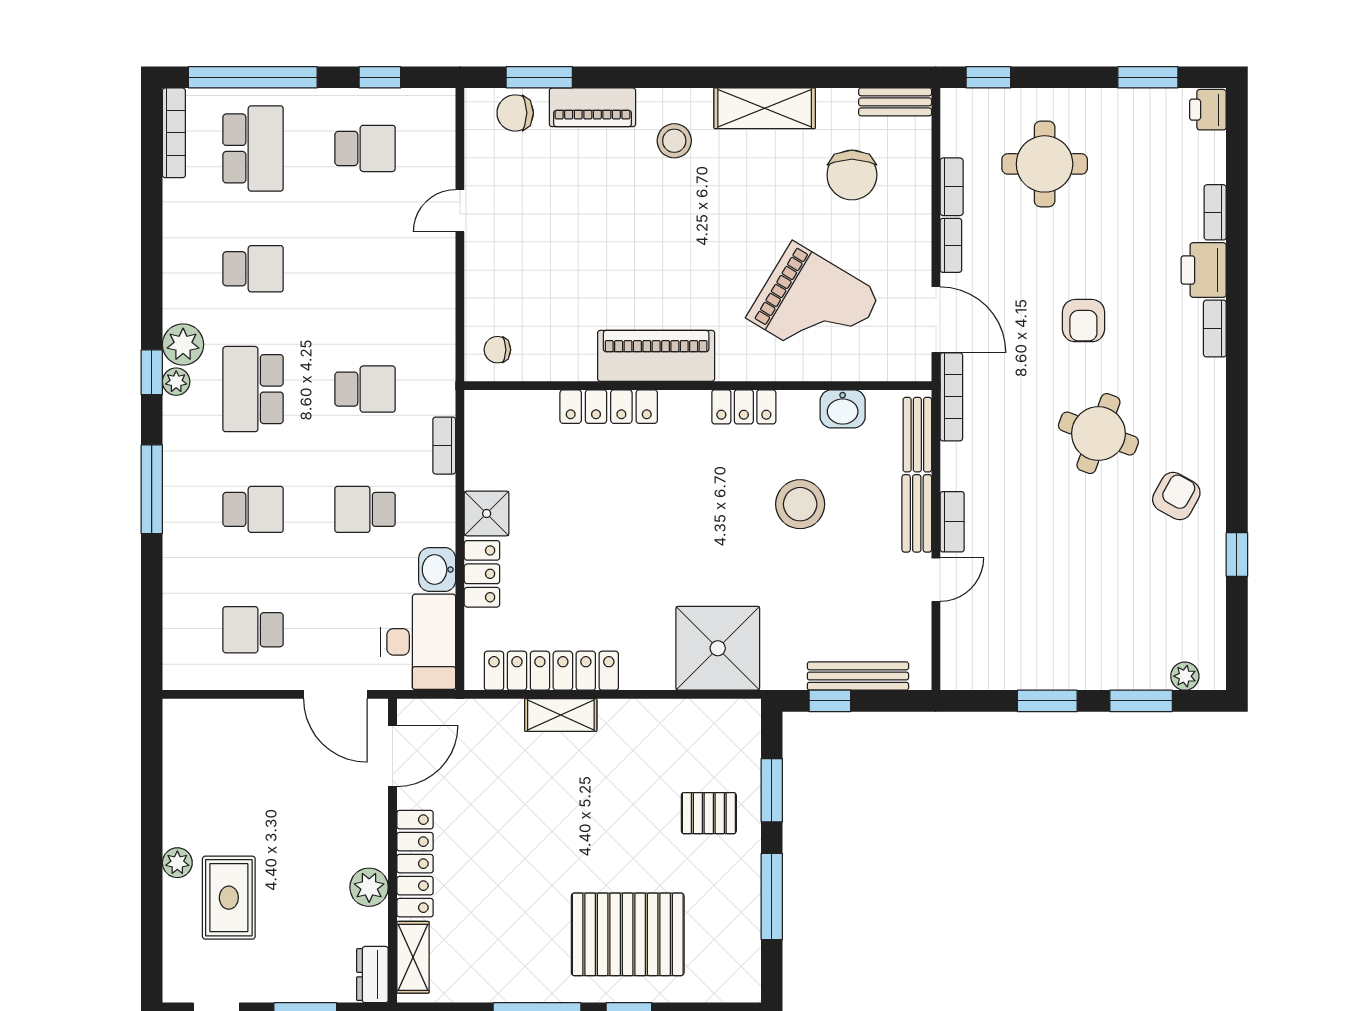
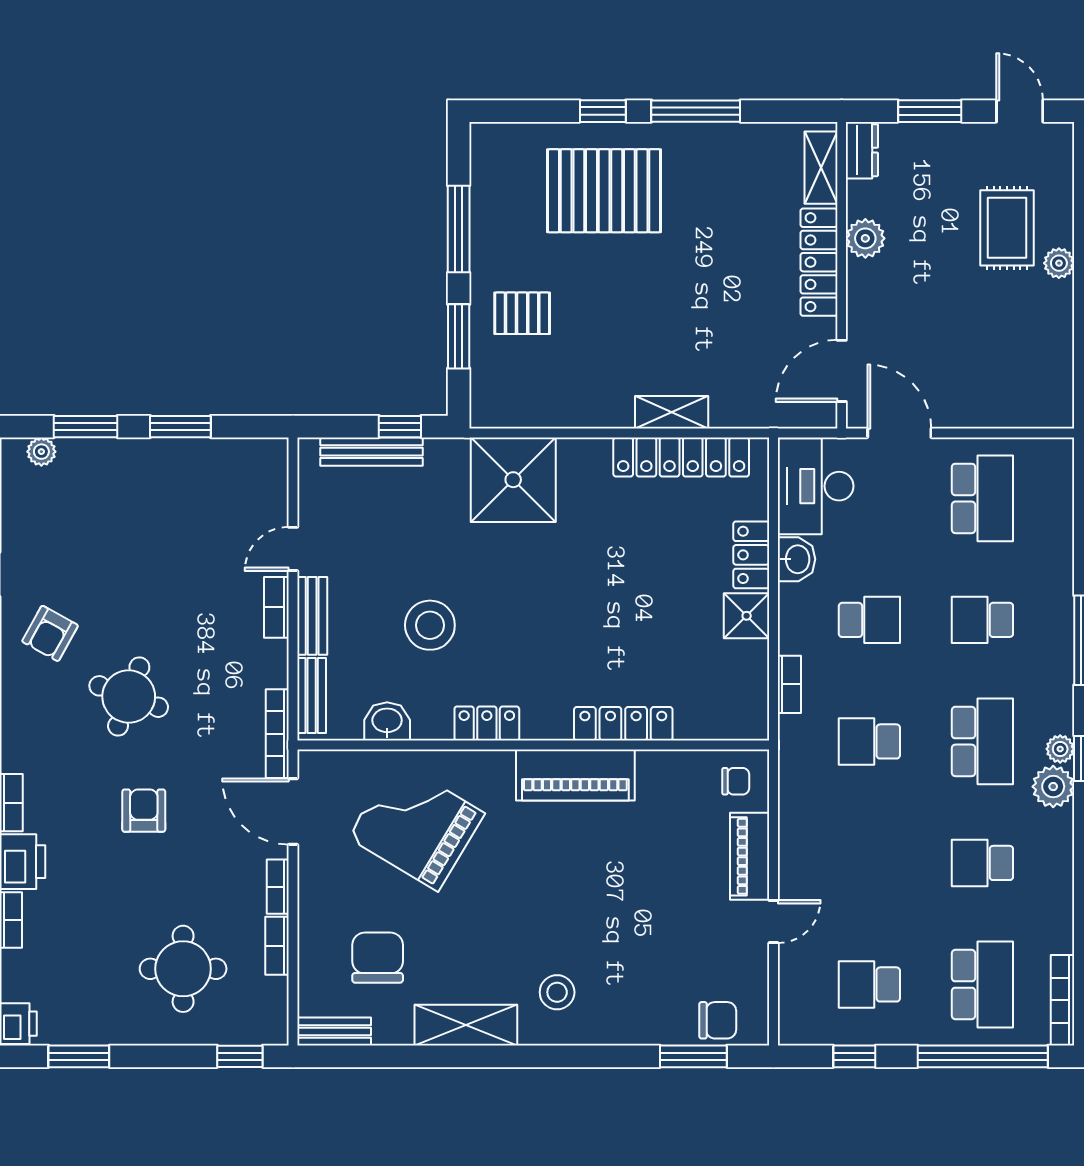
piano: (593, 107) -> (750, 856), moved, turned -90
school desk: (253, 148) -> (982, 984), turned 180
school desk: (253, 630) -> (982, 498), width x1.85

